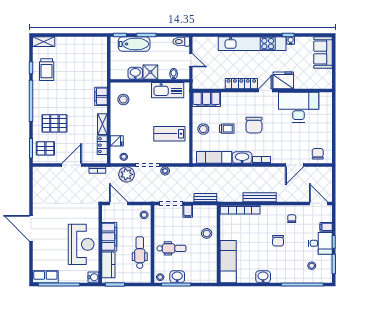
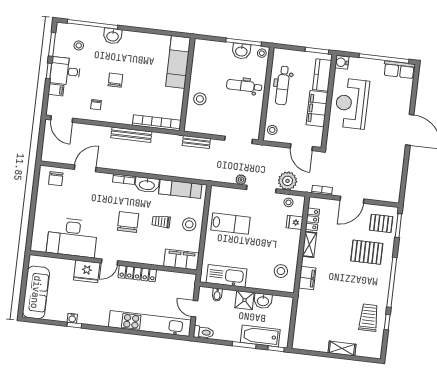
shelving: (44, 42) -> (342, 349), moved
kitchen unit: (252, 44) -> (150, 324), moved
sofa: (323, 52) -> (36, 292), width x1.36
filing cabinet: (188, 211) -> (219, 128), removed
washbasin: (263, 277) -> (113, 36), moved

